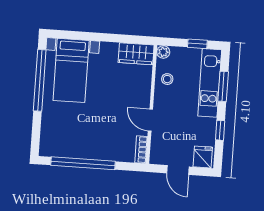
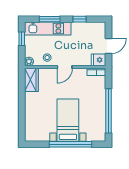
bed with nightstands: (71, 70) -> (68, 120), moved, turned -90
window: (40, 80) -> (71, 144), moved
door: (150, 120) -> (65, 67), moved
fridge: (203, 157) -> (98, 60), moved

